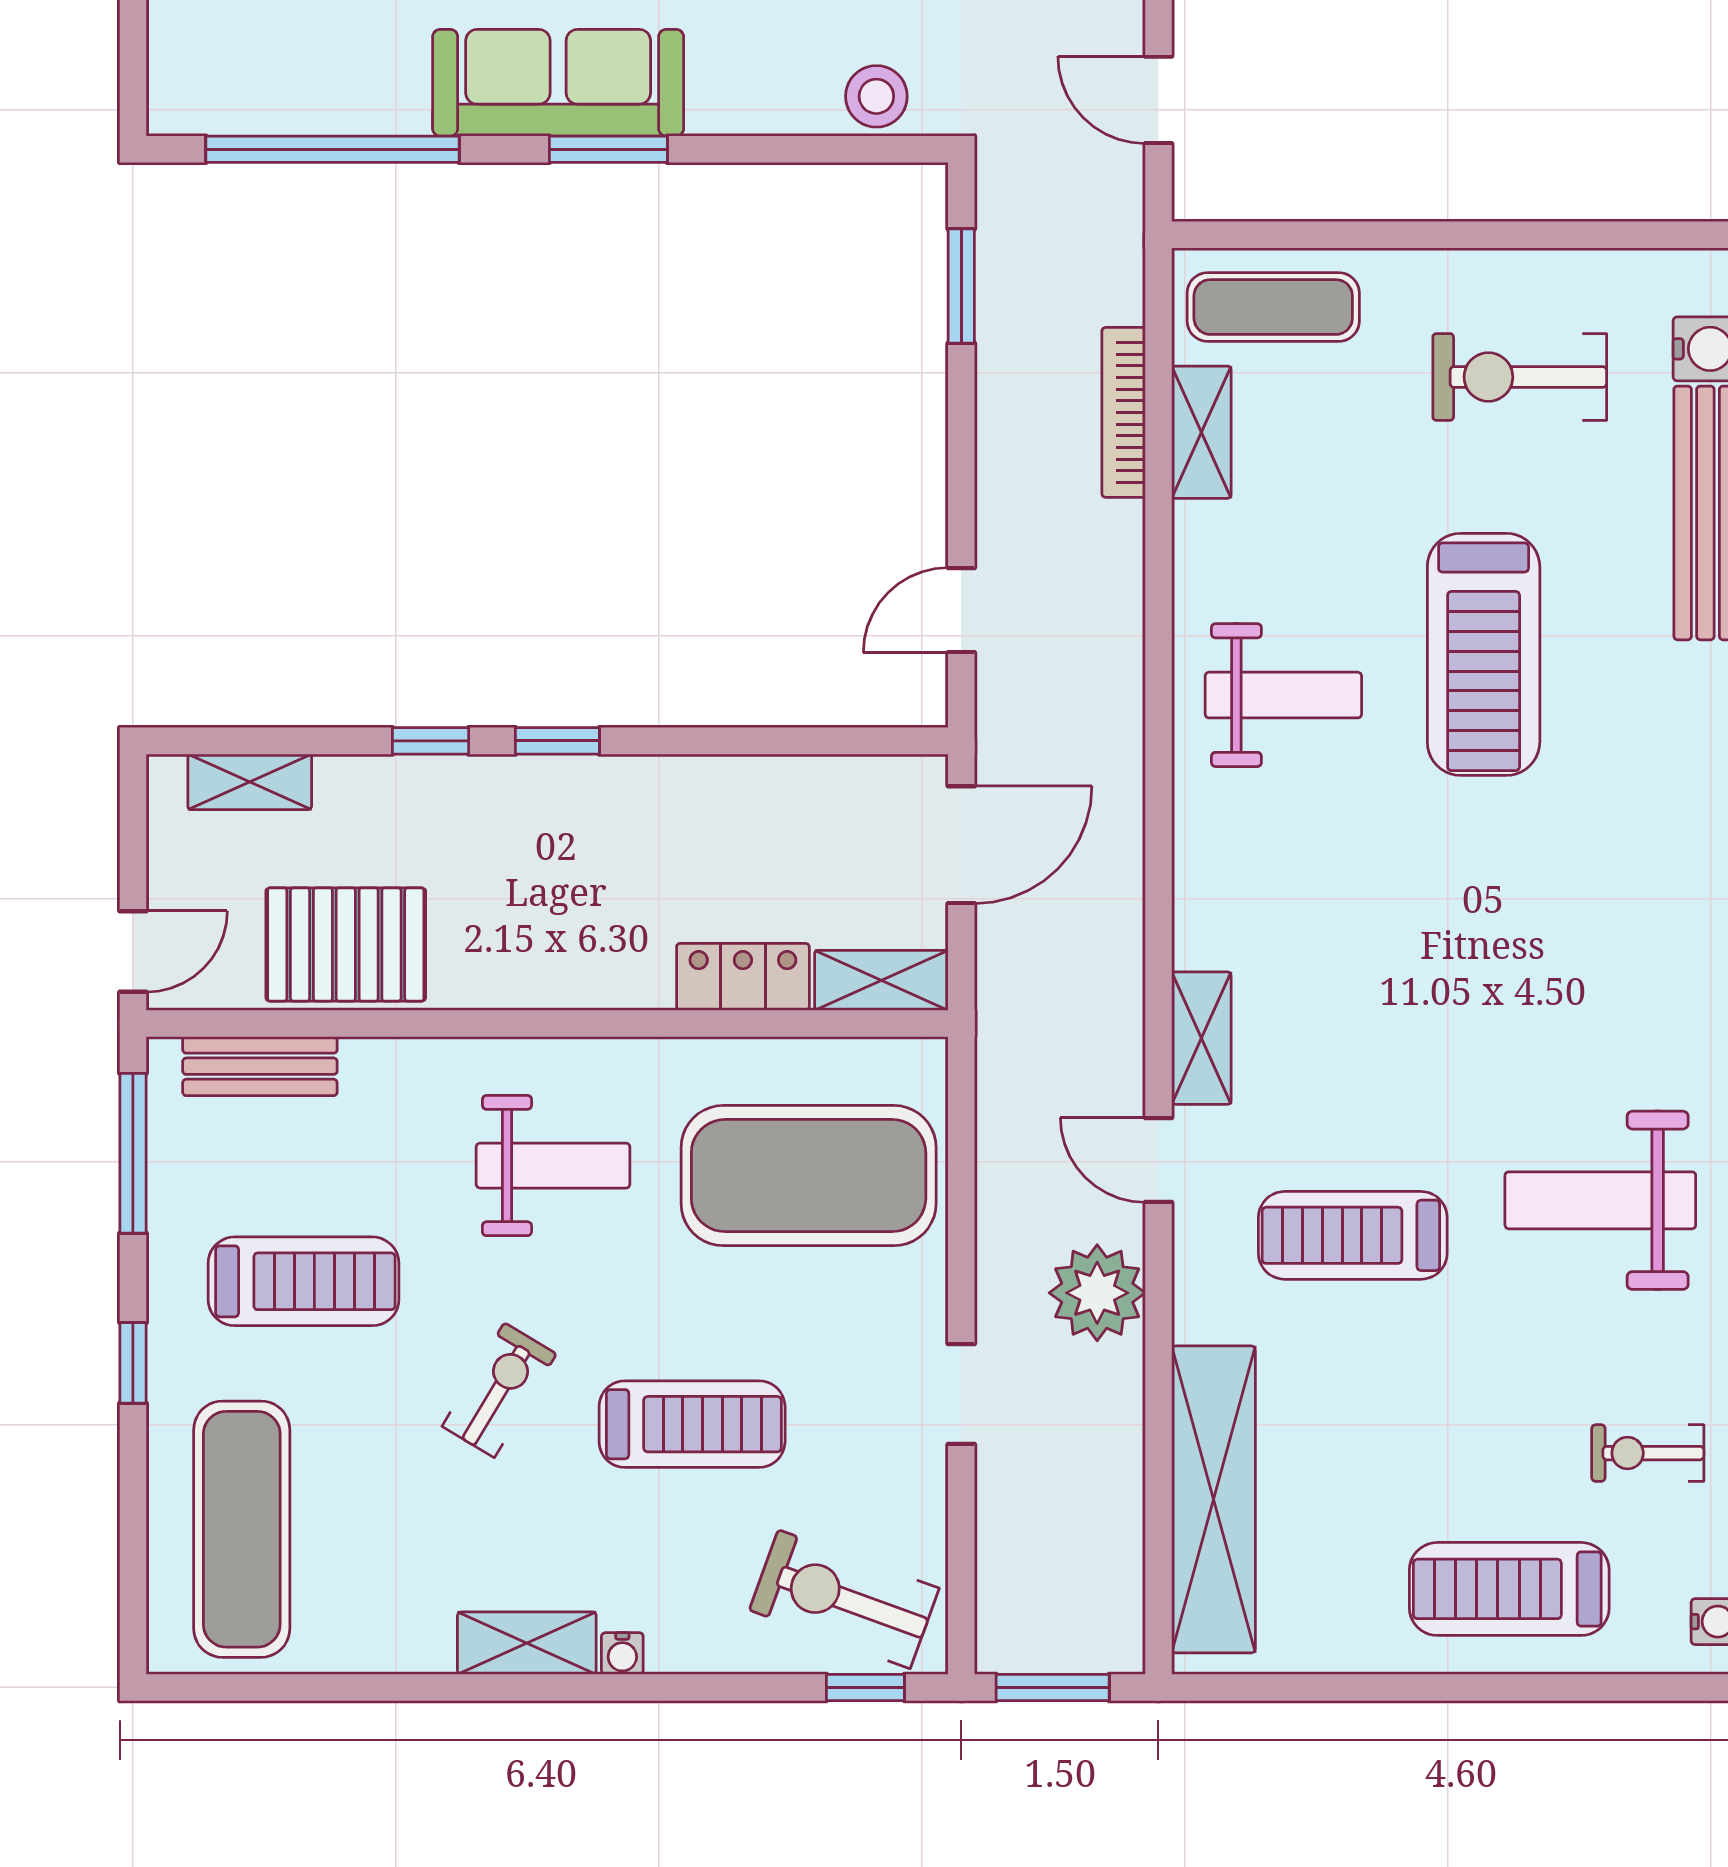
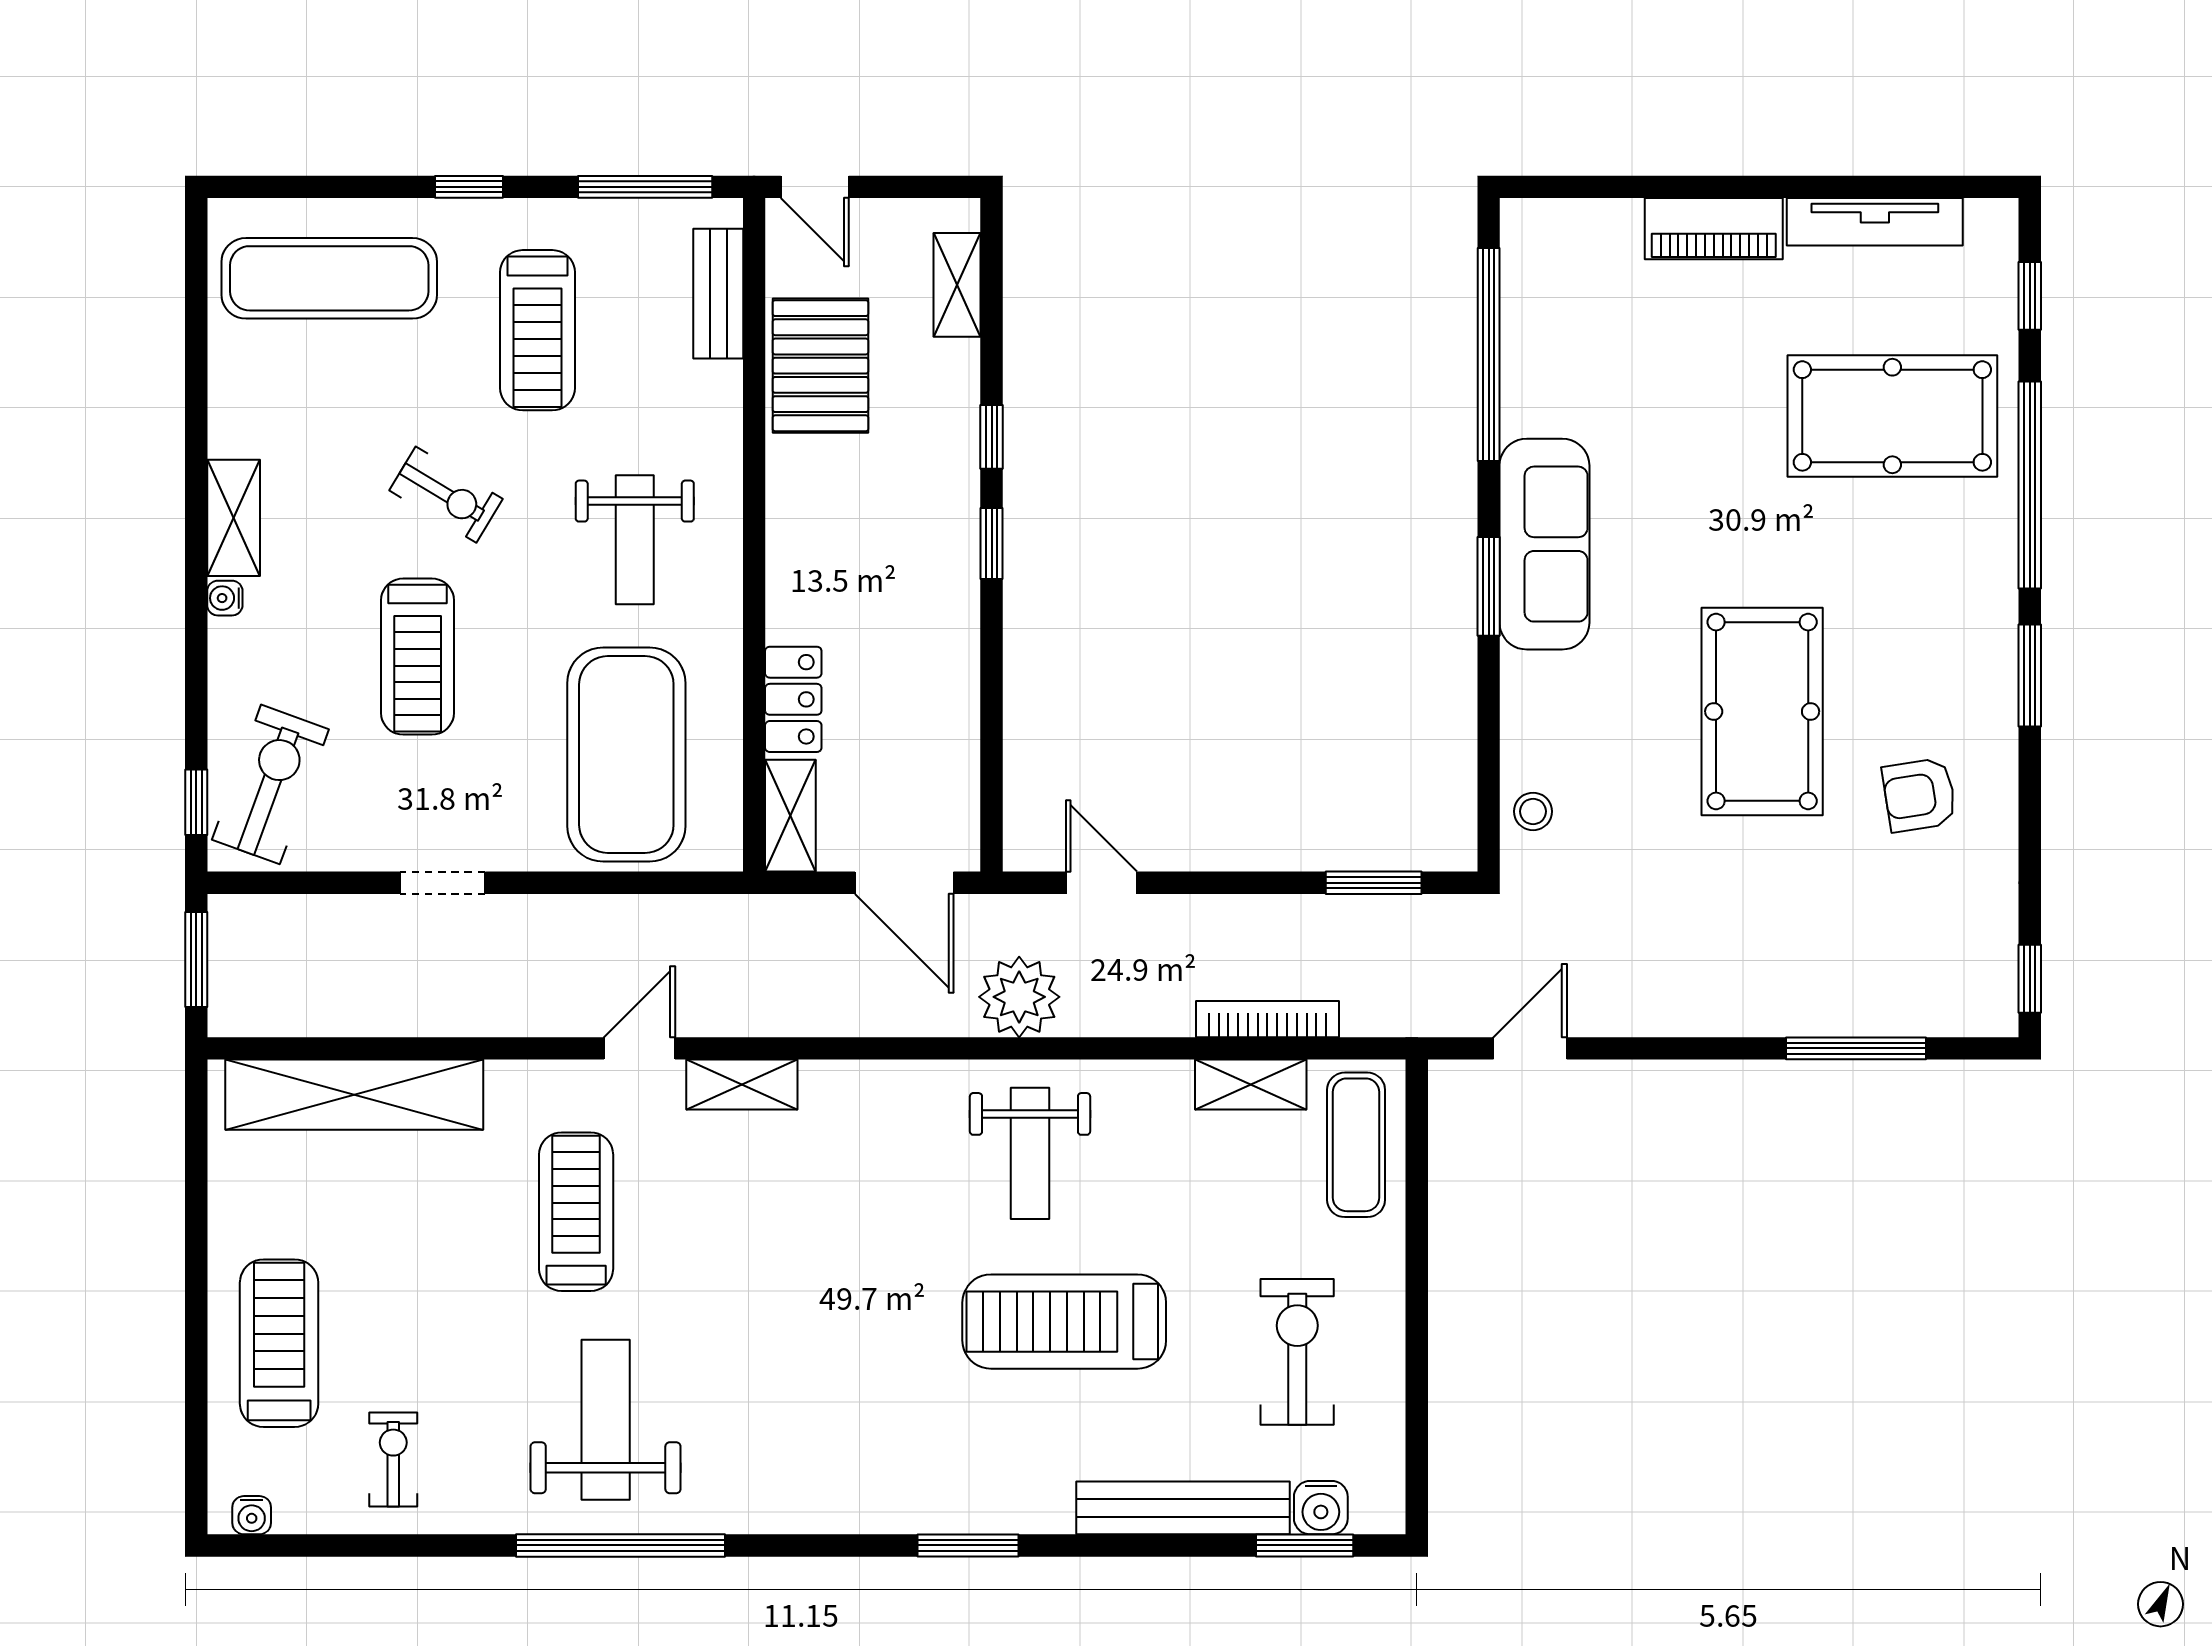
stool: (876, 96) -> (1533, 811), width x0.73, depth x0.73
plant: (1097, 1293) -> (1019, 997), moved

